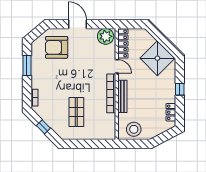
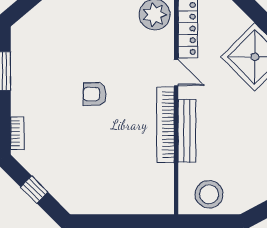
armchair: (57, 47) -> (95, 94), moved, width x0.53, depth x0.53
shop shelf: (76, 112) -> (98, 161), removed

